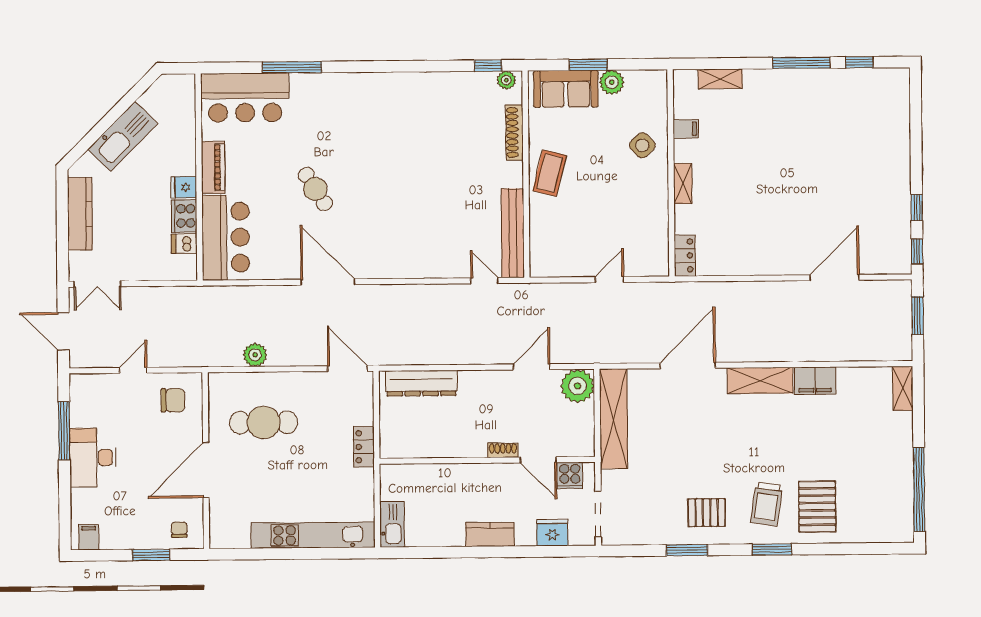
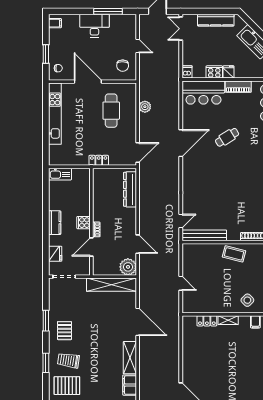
dishwasher: (184, 244) -> (187, 72), moved
locker: (685, 256) -> (207, 321), moved
cooker: (570, 475) -> (84, 223), moved
kitchen unit: (313, 535) -> (55, 114), moved

